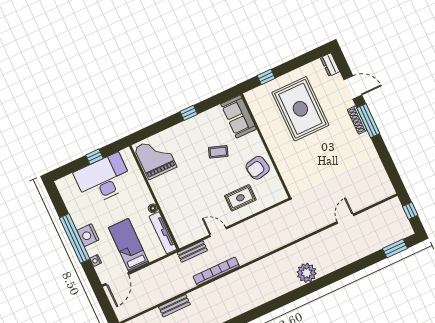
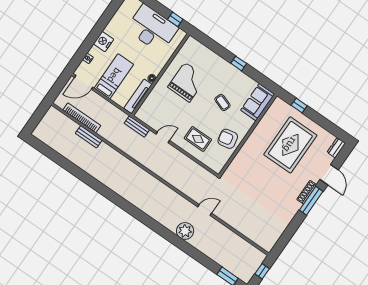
window: (94, 157) -> (175, 19), moved
grand piano: (156, 157) -> (187, 82), moved
door: (345, 219) -> (205, 210), moved
door: (218, 232) -> (163, 137), hinge flipped
window: (75, 238) -> (95, 33), removed
bookcase: (216, 271) -> (82, 118), moved
plant: (307, 273) -> (185, 231), moved

